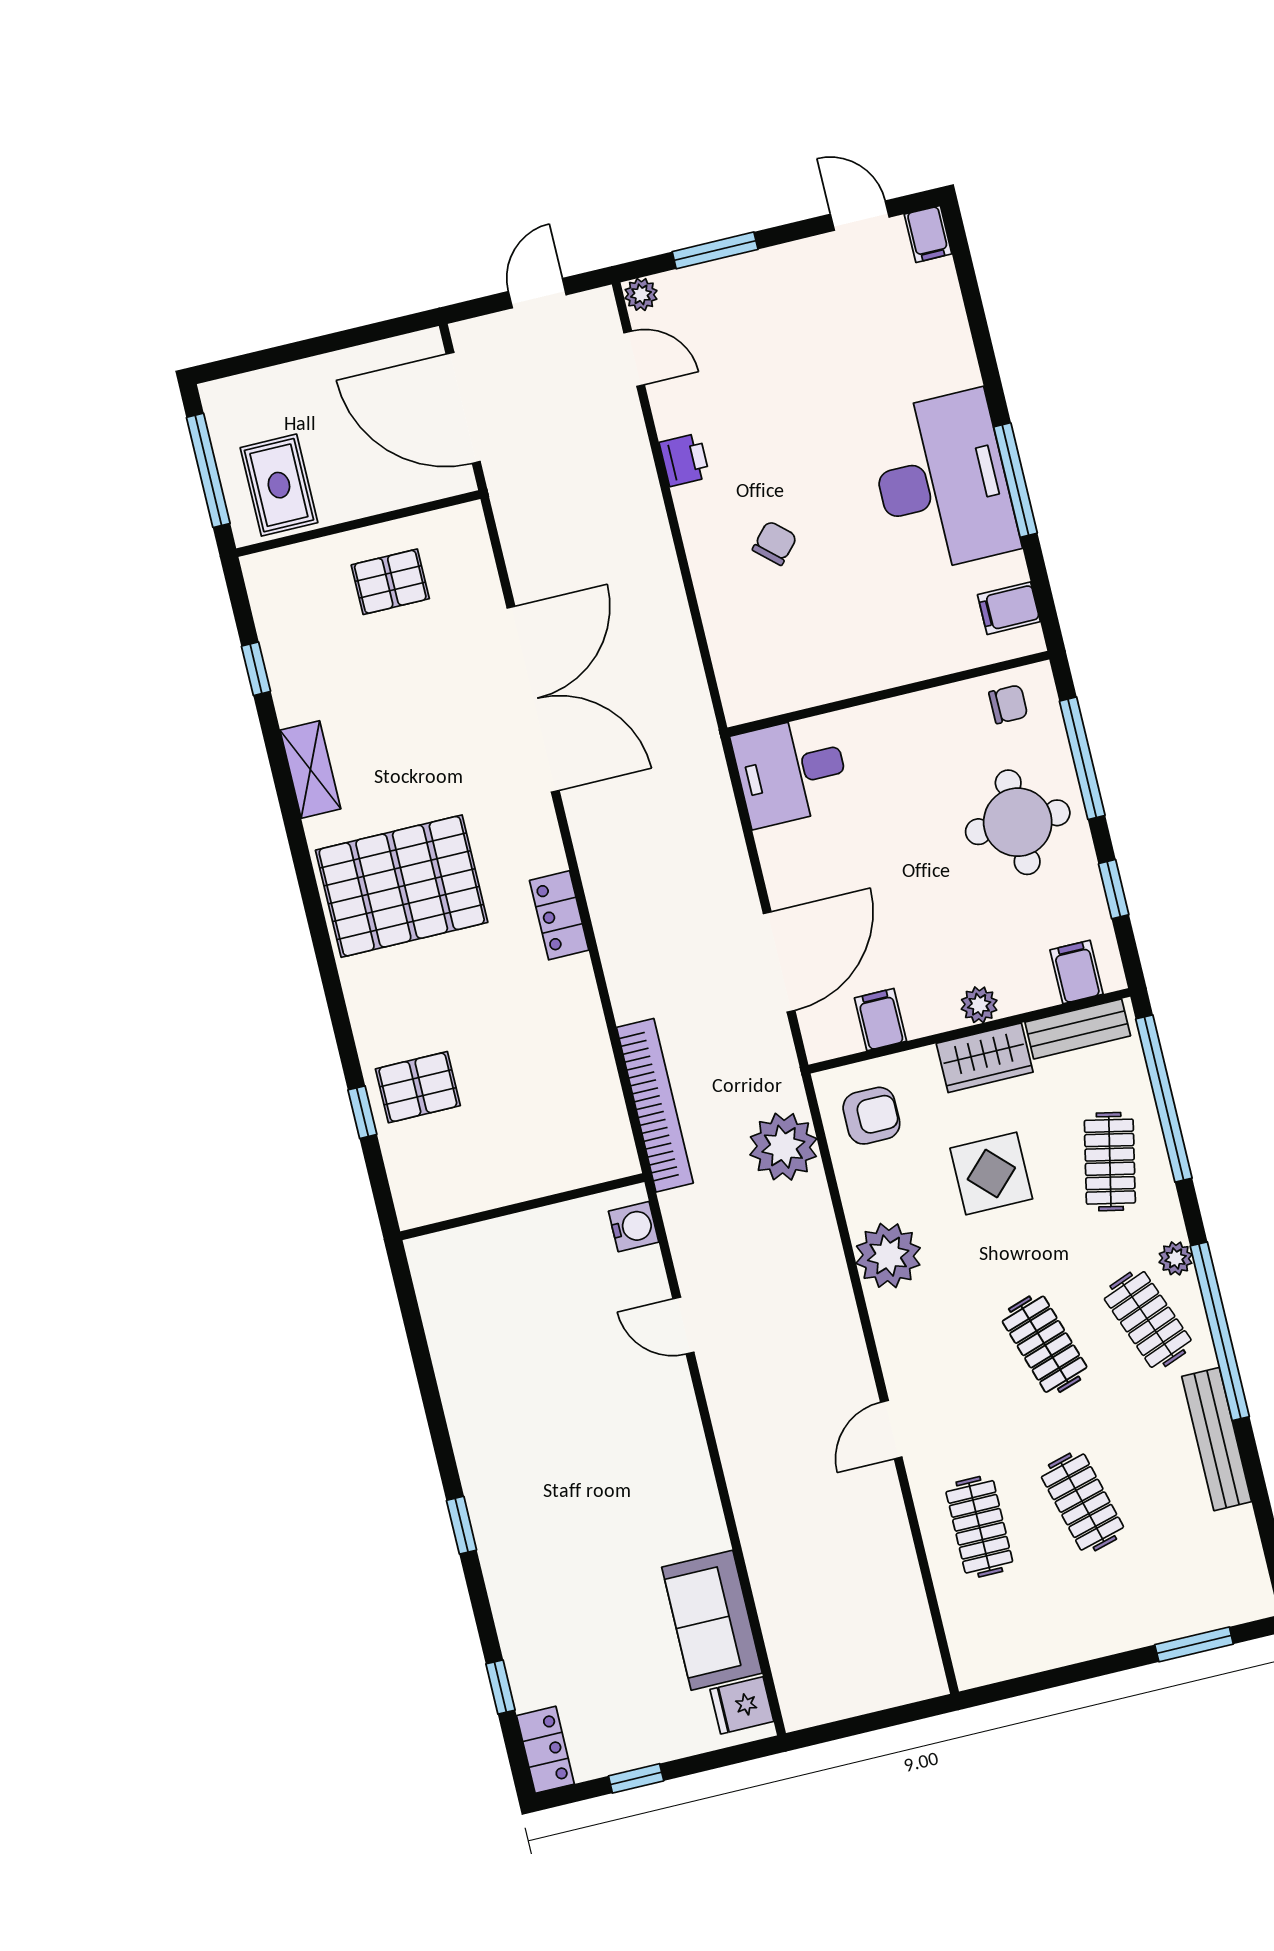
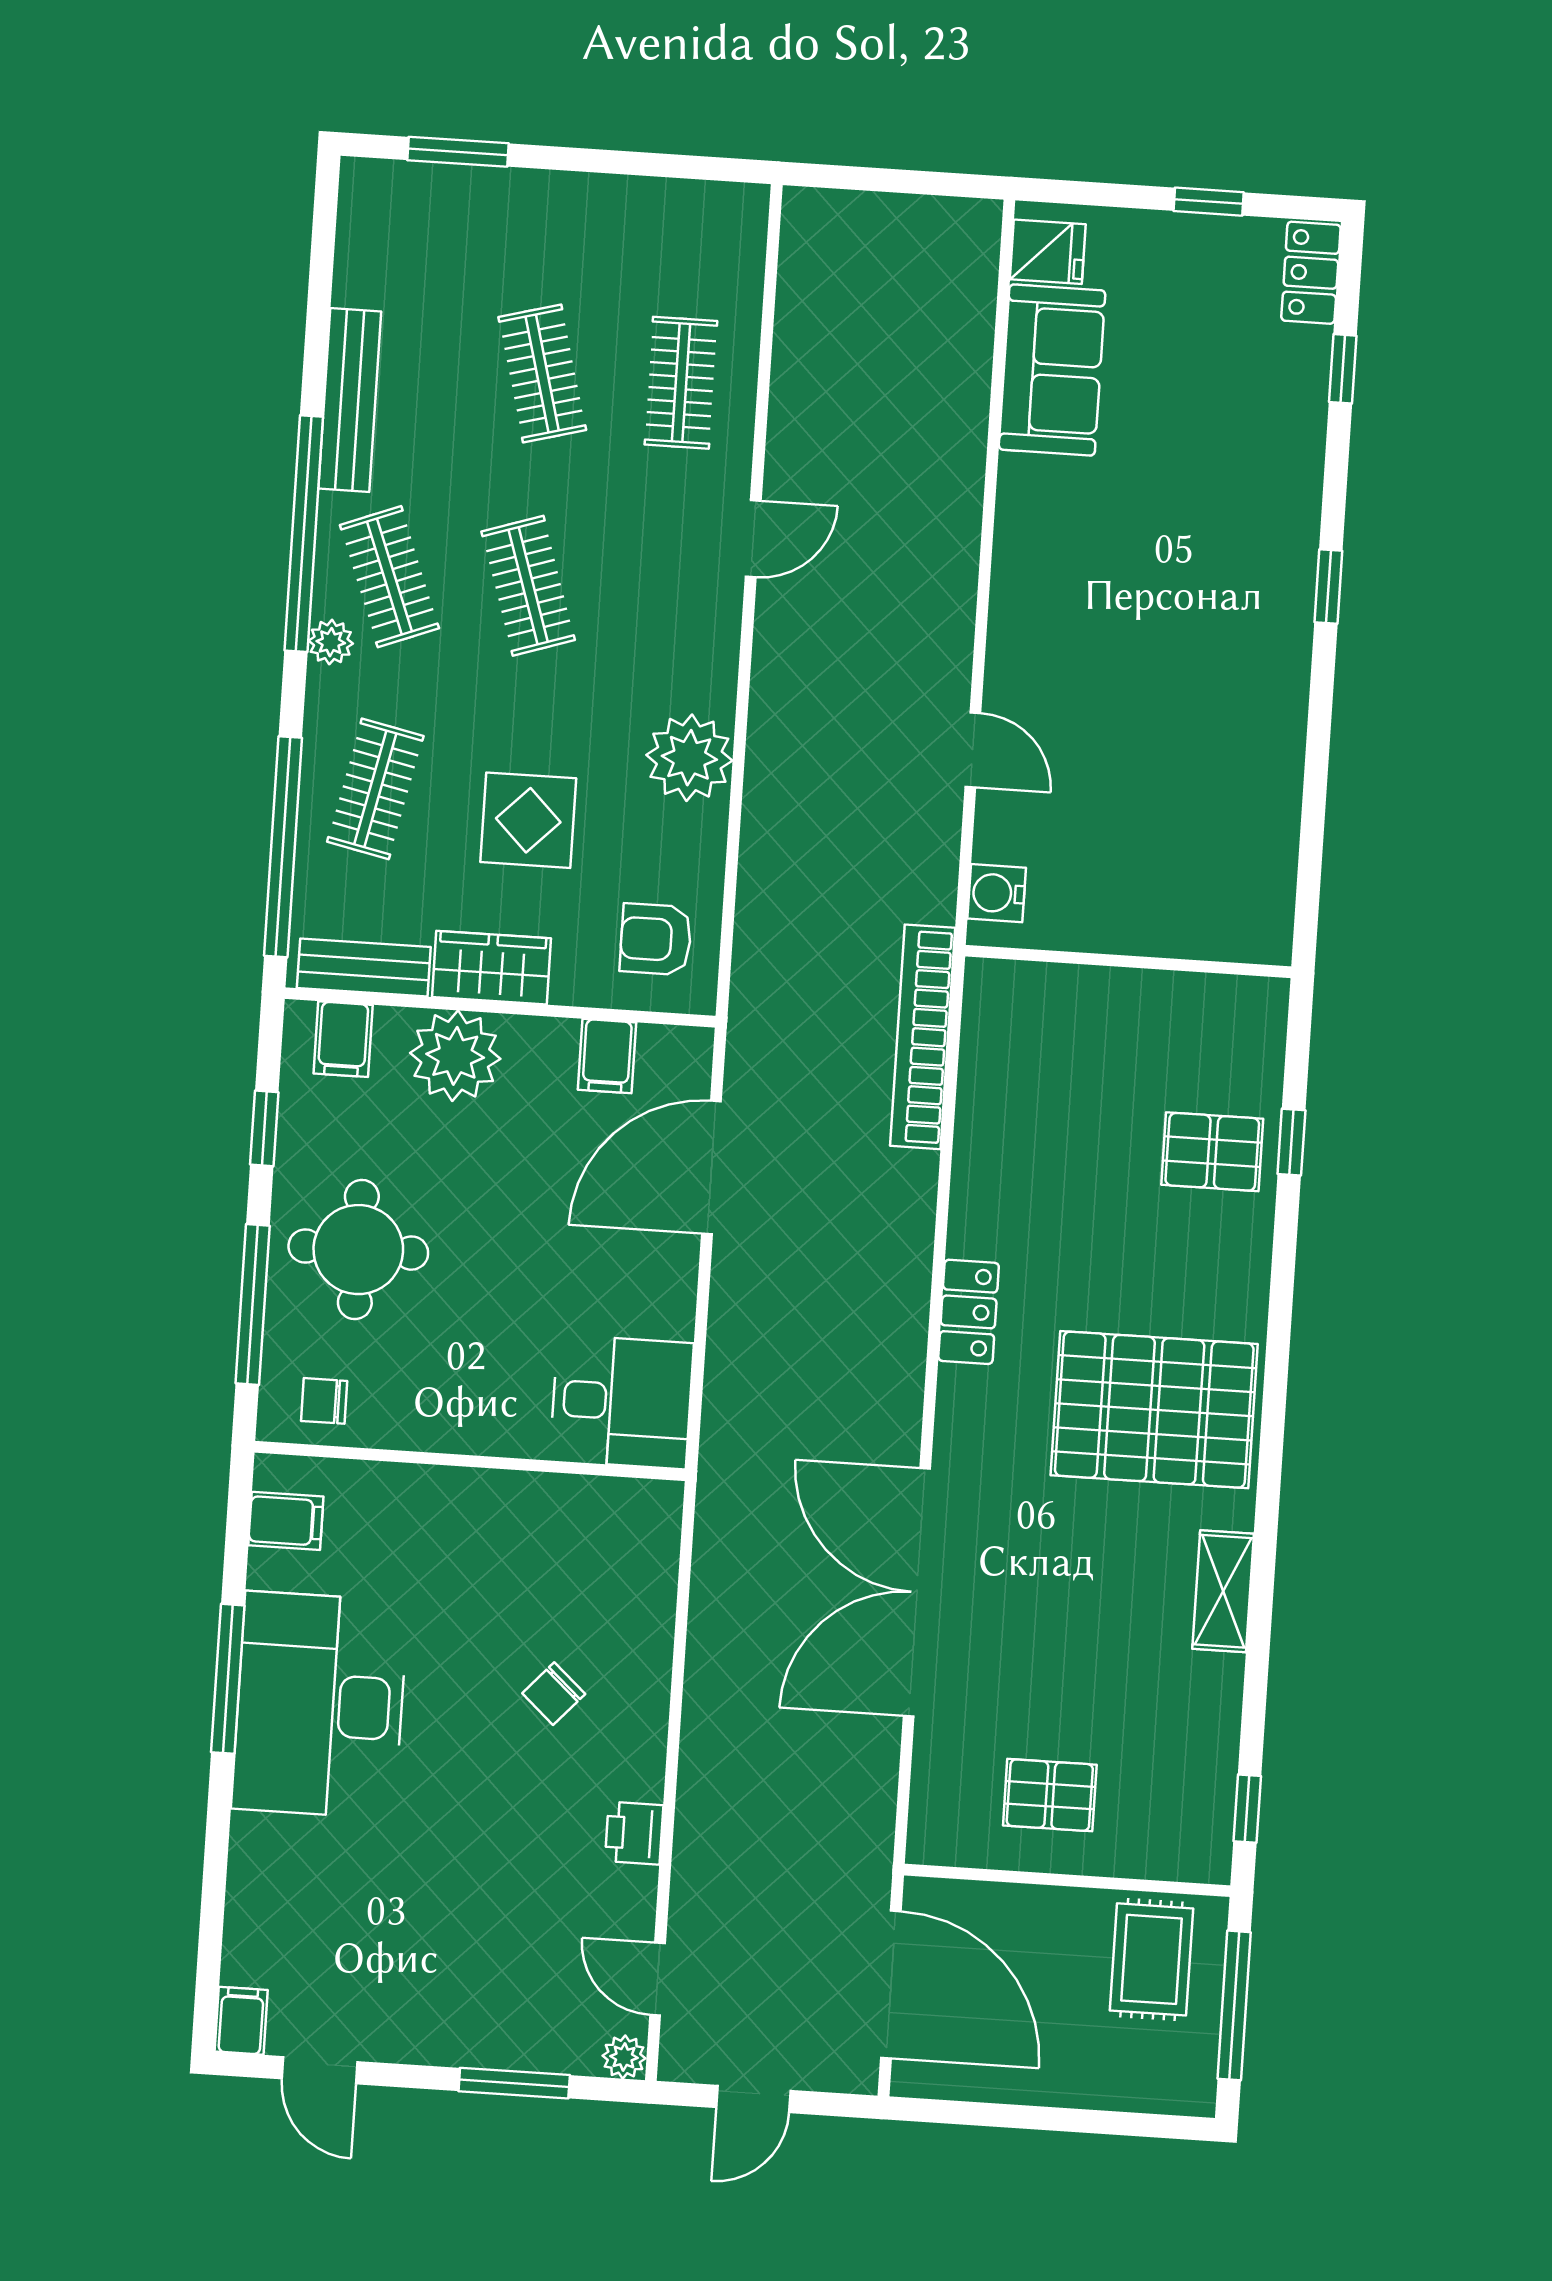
window: (256, 669) -> (1247, 1809), moved
plant: (979, 1005) -> (455, 1056), width x1.88, depth x1.88
plant: (783, 1147) -> (778, 935), removed

